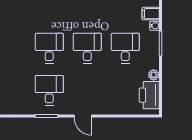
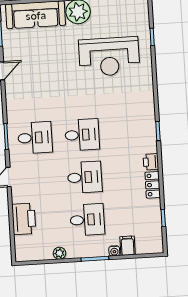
printer: (149, 95) -> (24, 219), moved, turned 90

